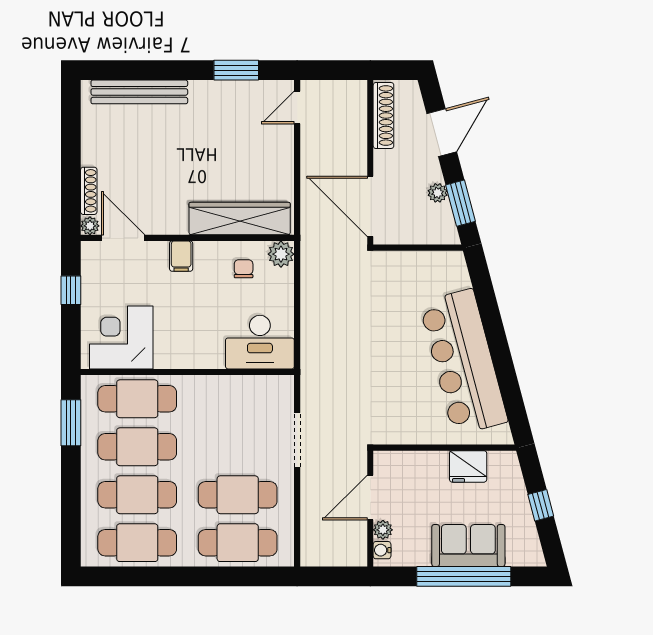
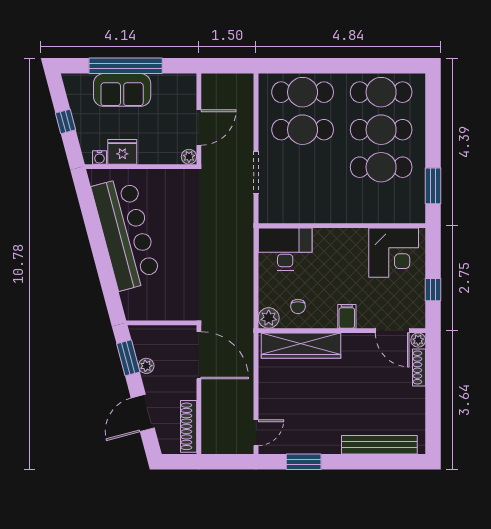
cafe table: (137, 399) -> (381, 205), removed
plant: (383, 530) -> (189, 157), moved
water cooler: (382, 550) -> (99, 157), moved, turned 90

